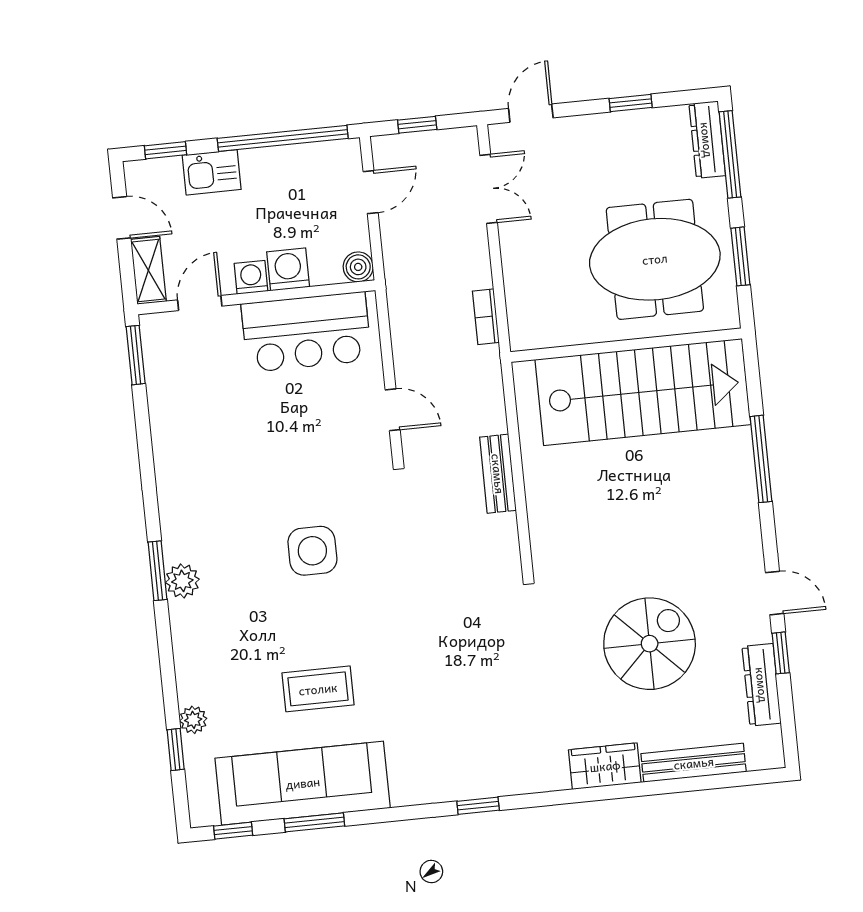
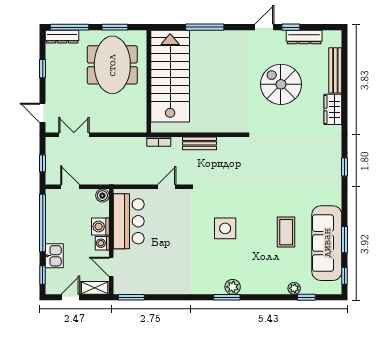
bookcase: (486, 317) -> (159, 142), moved

